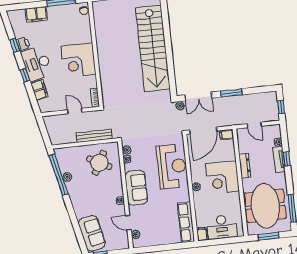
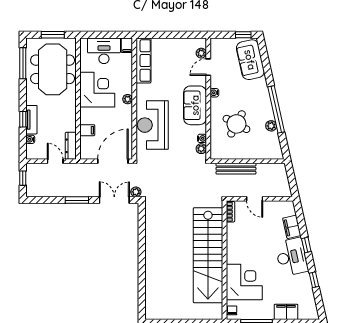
printer: (23, 44) -> (304, 280), removed
stairs: (153, 48) -> (208, 255), moved, turned 180
corner desk: (79, 60) -> (244, 282), moved
filing cabinet: (227, 135) -> (87, 130), moved
round table: (99, 163) -> (236, 124), moved
dresser: (245, 166) -> (71, 146), moved
window: (59, 175) -> (276, 109), moved
corner desk: (222, 178) -> (97, 90), moved
door: (128, 223) -> (208, 67), swing flipped

